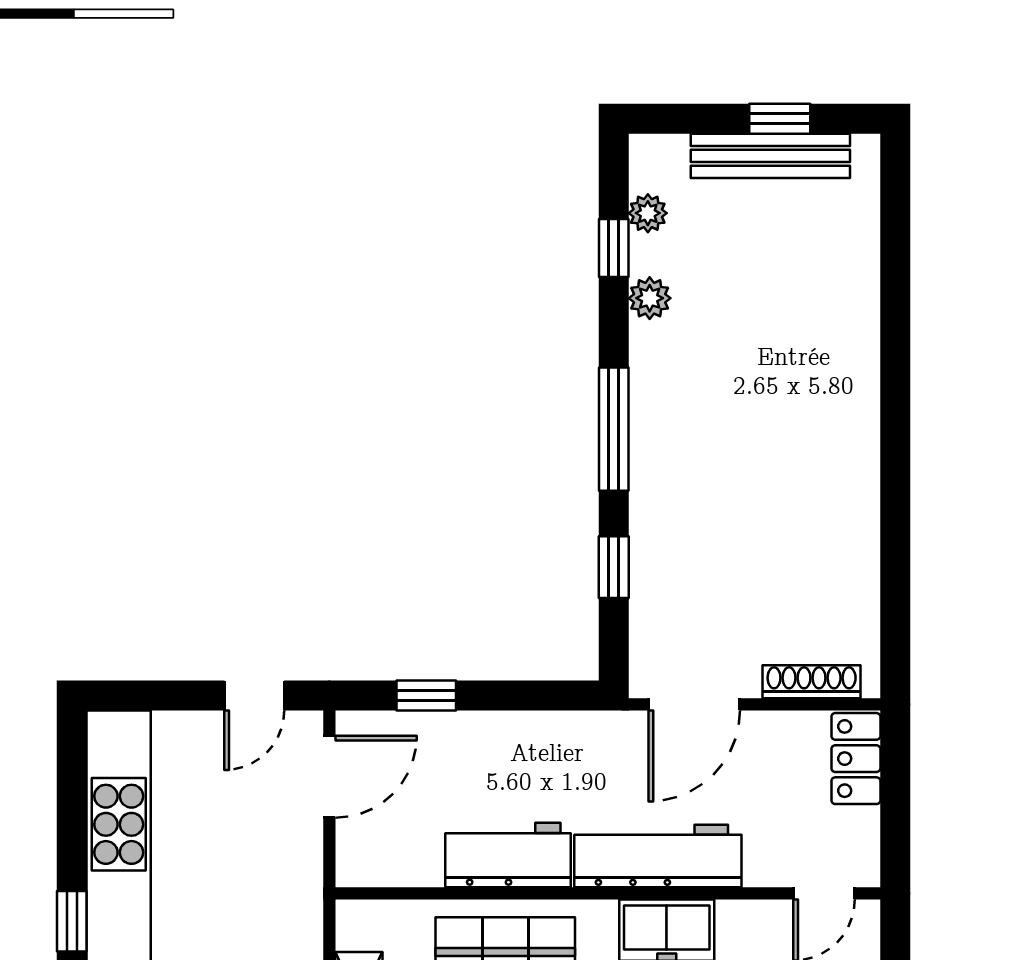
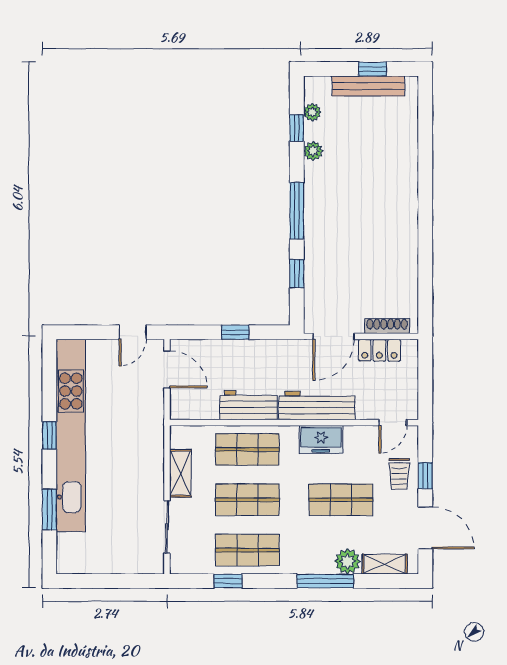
window: (426, 695) -> (235, 332), moved
locker: (856, 759) -> (379, 350), moved, turned -90
door: (329, 777) -> (167, 369), hinge flipped

